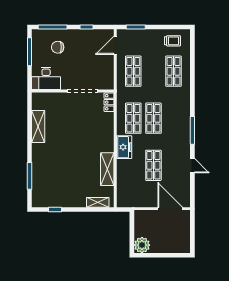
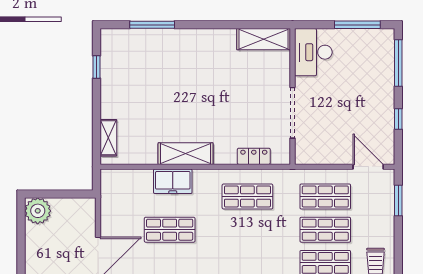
chair: (58, 47) -> (365, 71), removed
locker: (109, 102) -> (254, 156), moved
shop shelf: (153, 118) -> (325, 230), moved
shelving: (38, 127) -> (264, 39), moved
freezer: (124, 147) -> (173, 181), moved
shelving: (107, 169) -> (186, 154), moved

